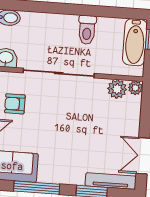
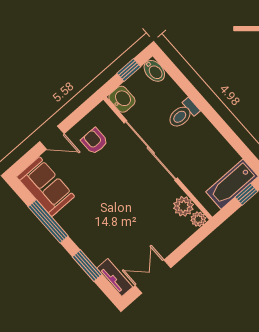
toilet: (87, 30) -> (183, 114), moved
tv unit: (111, 181) -> (115, 278), width x0.71

